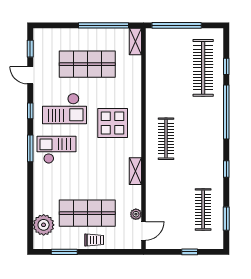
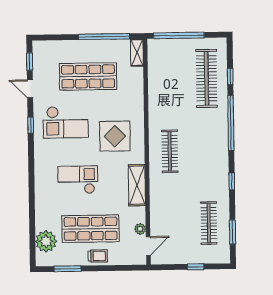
window: (30, 148) -> (31, 163), removed
checkout: (56, 150) -> (78, 180), moved
shelving: (135, 171) -> (137, 185), width x1.50, depth x1.33

